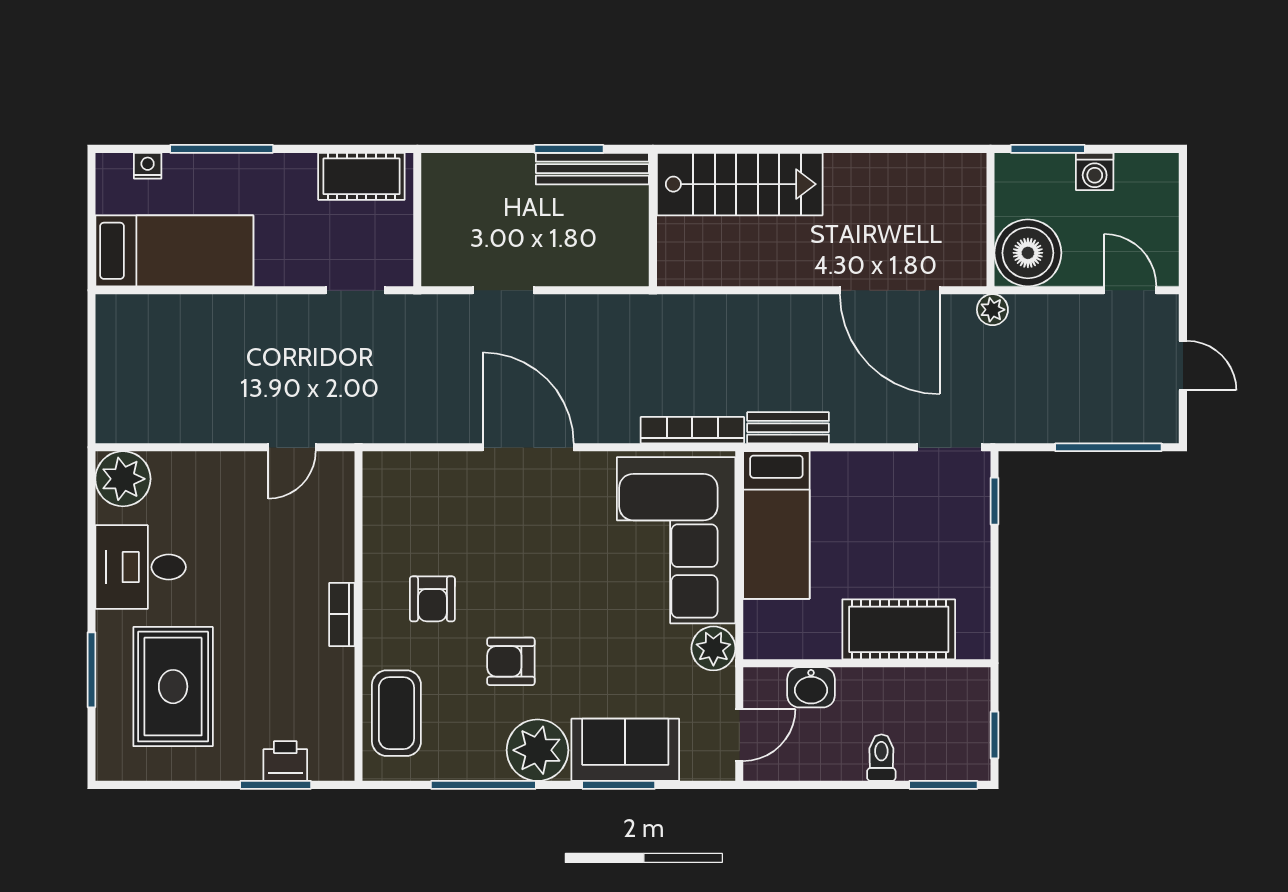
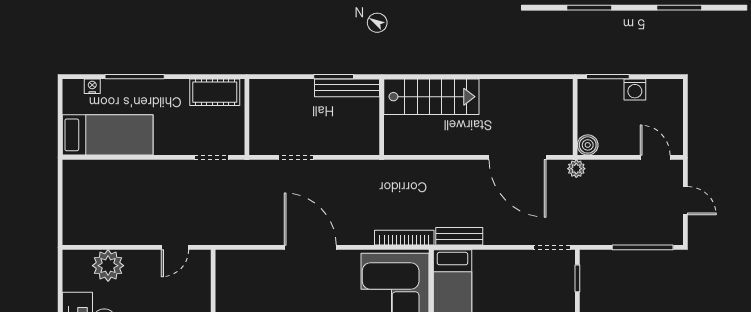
boiler: (1028, 253) -> (588, 145), width x0.54, depth x0.54
plant: (123, 479) -> (108, 266), moved

